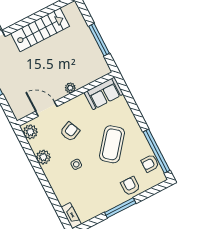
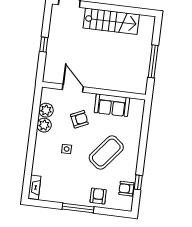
plant: (70, 88) -> (104, 84), removed
sofa: (104, 93) -> (112, 105), moved
plant: (30, 132) -> (46, 110), moved
window: (156, 151) -> (138, 182), width x0.32

